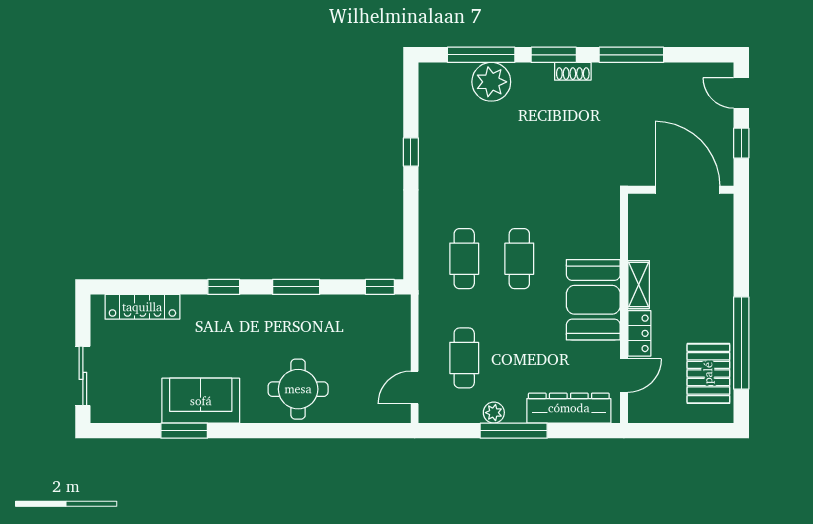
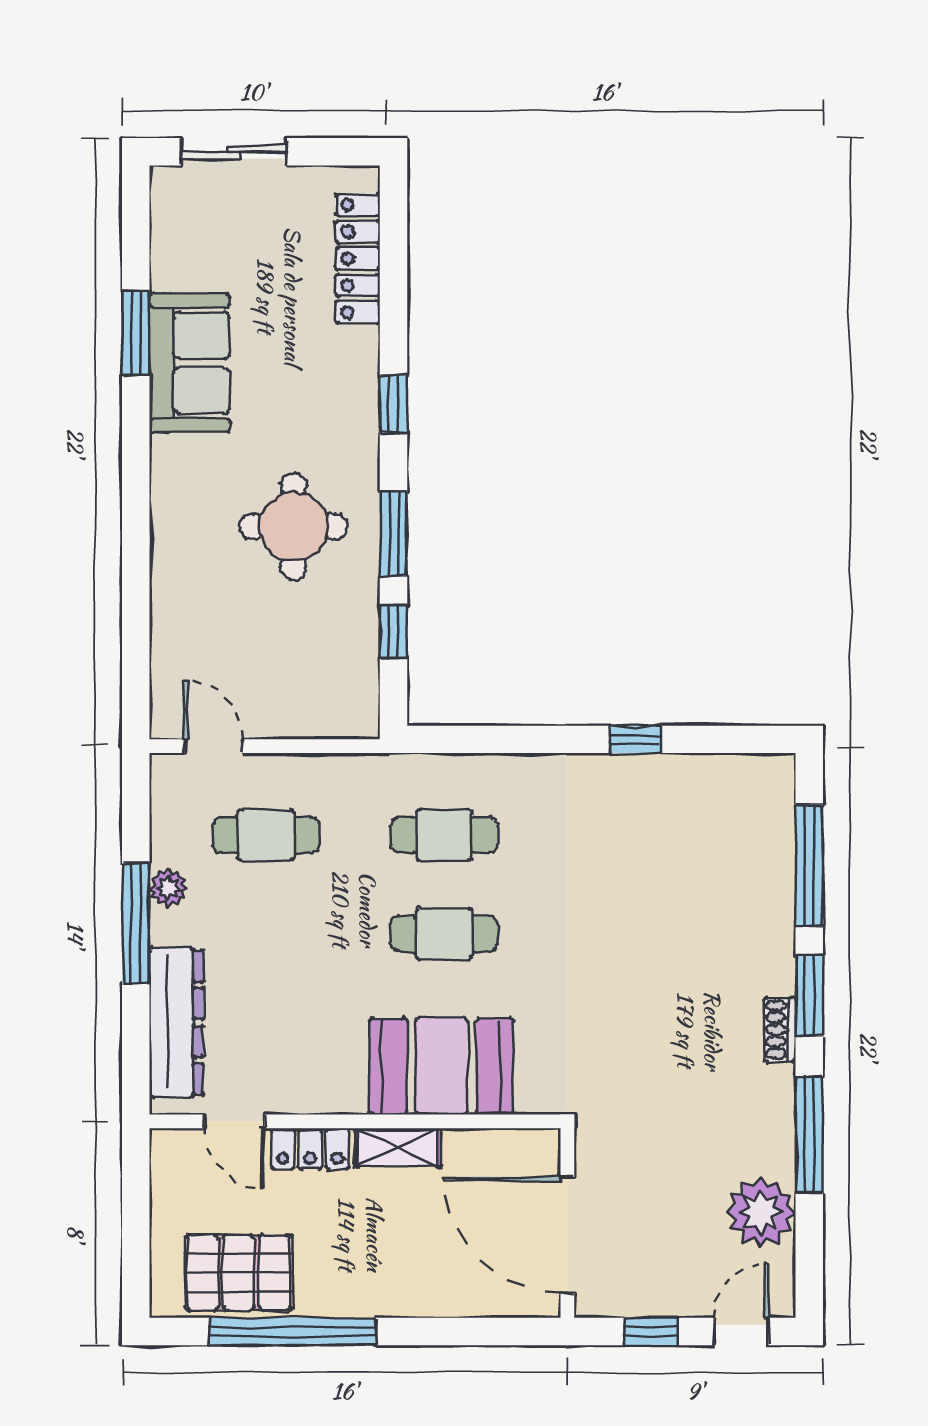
plant: (491, 82) -> (761, 1213), moved
door: (687, 190) -> (567, 1235), swing flipped
window: (380, 287) -> (393, 631), moved
booth: (593, 300) -> (441, 1066), moved
round table: (298, 389) -> (294, 526), moved

